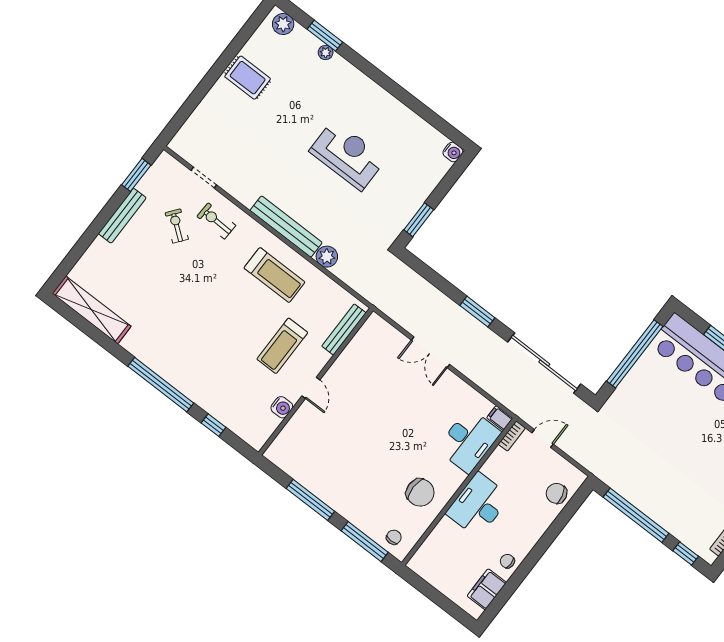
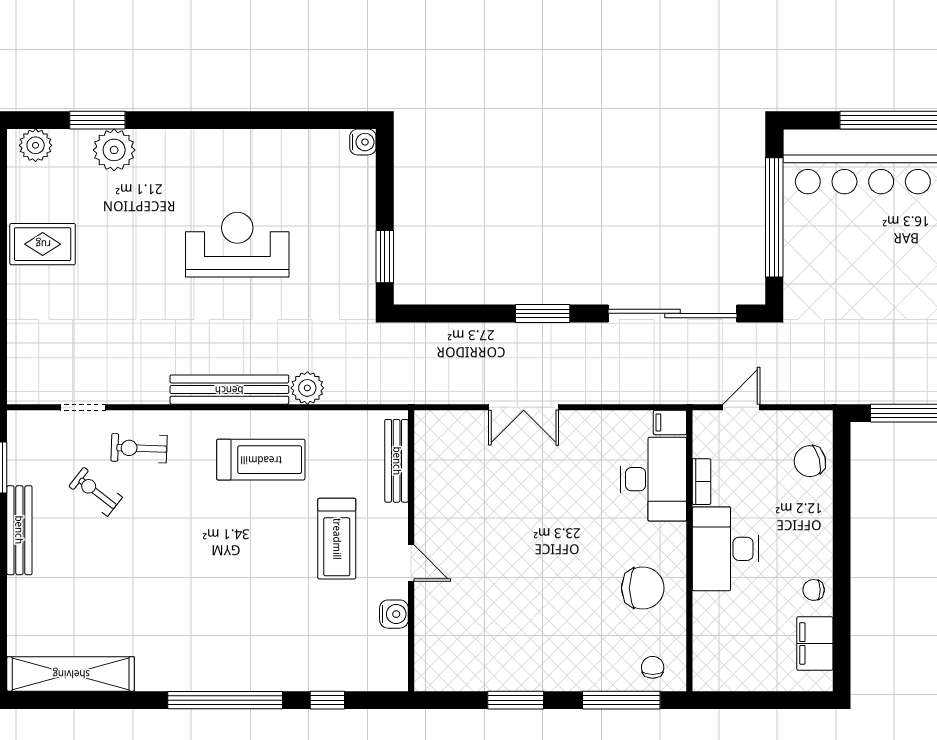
plant: (326, 52) -> (114, 150), width x1.87, depth x1.87
bookcase: (512, 436) -> (701, 482), moved
window: (310, 500) -> (516, 700), width x0.69

